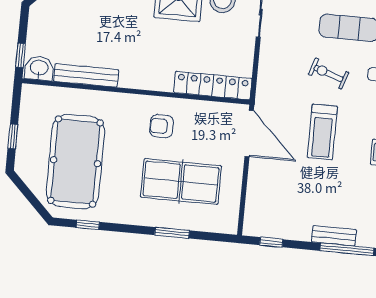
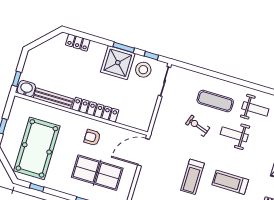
locker: (213, 85) -> (95, 110), moved
treadmill: (322, 132) -> (192, 177), moved
door: (249, 134) -> (143, 152), swing flipped

